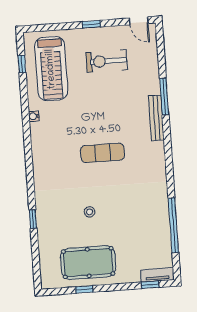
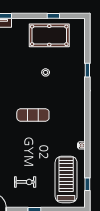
exercise bike: (107, 61) -> (25, 182), width x0.73, depth x0.72

